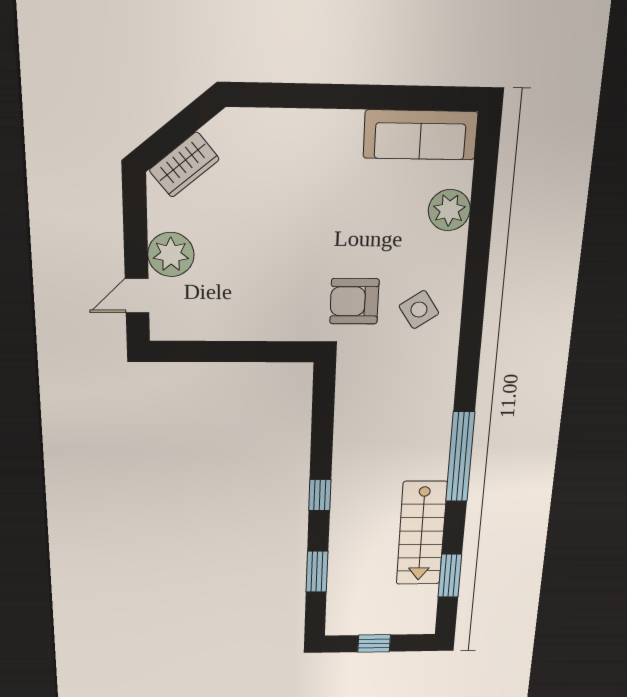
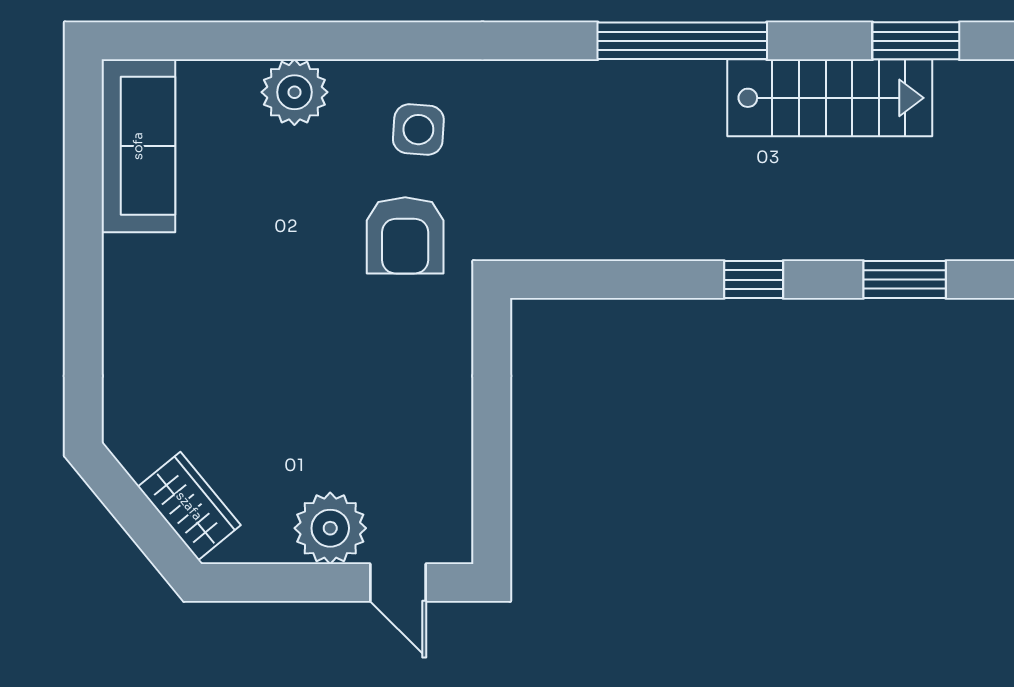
plant: (449, 210) -> (294, 92), moved
side table: (419, 310) -> (418, 130), turned 38

